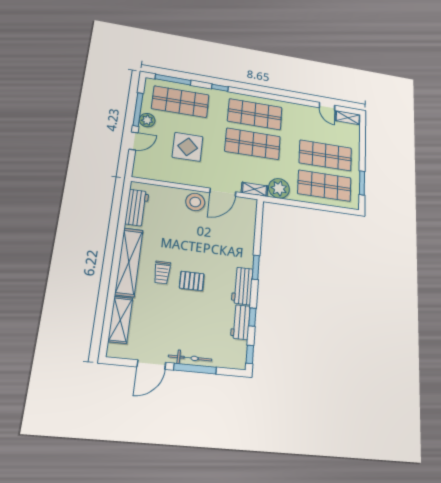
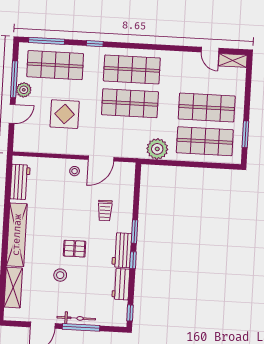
shelving: (254, 189) -> (132, 152), removed
stool: (195, 202) -> (75, 171), width x0.53, depth x0.53
trolley: (162, 272) -> (105, 210), moved
stool: (175, 309) -> (60, 275), added
window: (252, 317) -> (133, 260), moved

